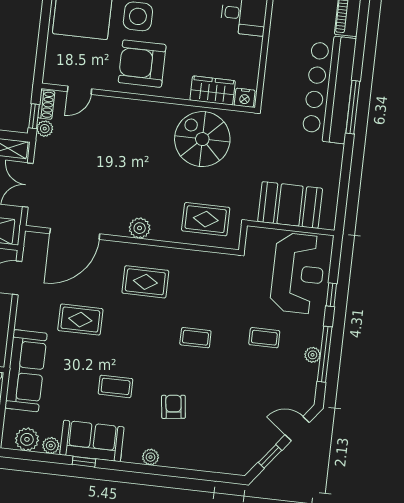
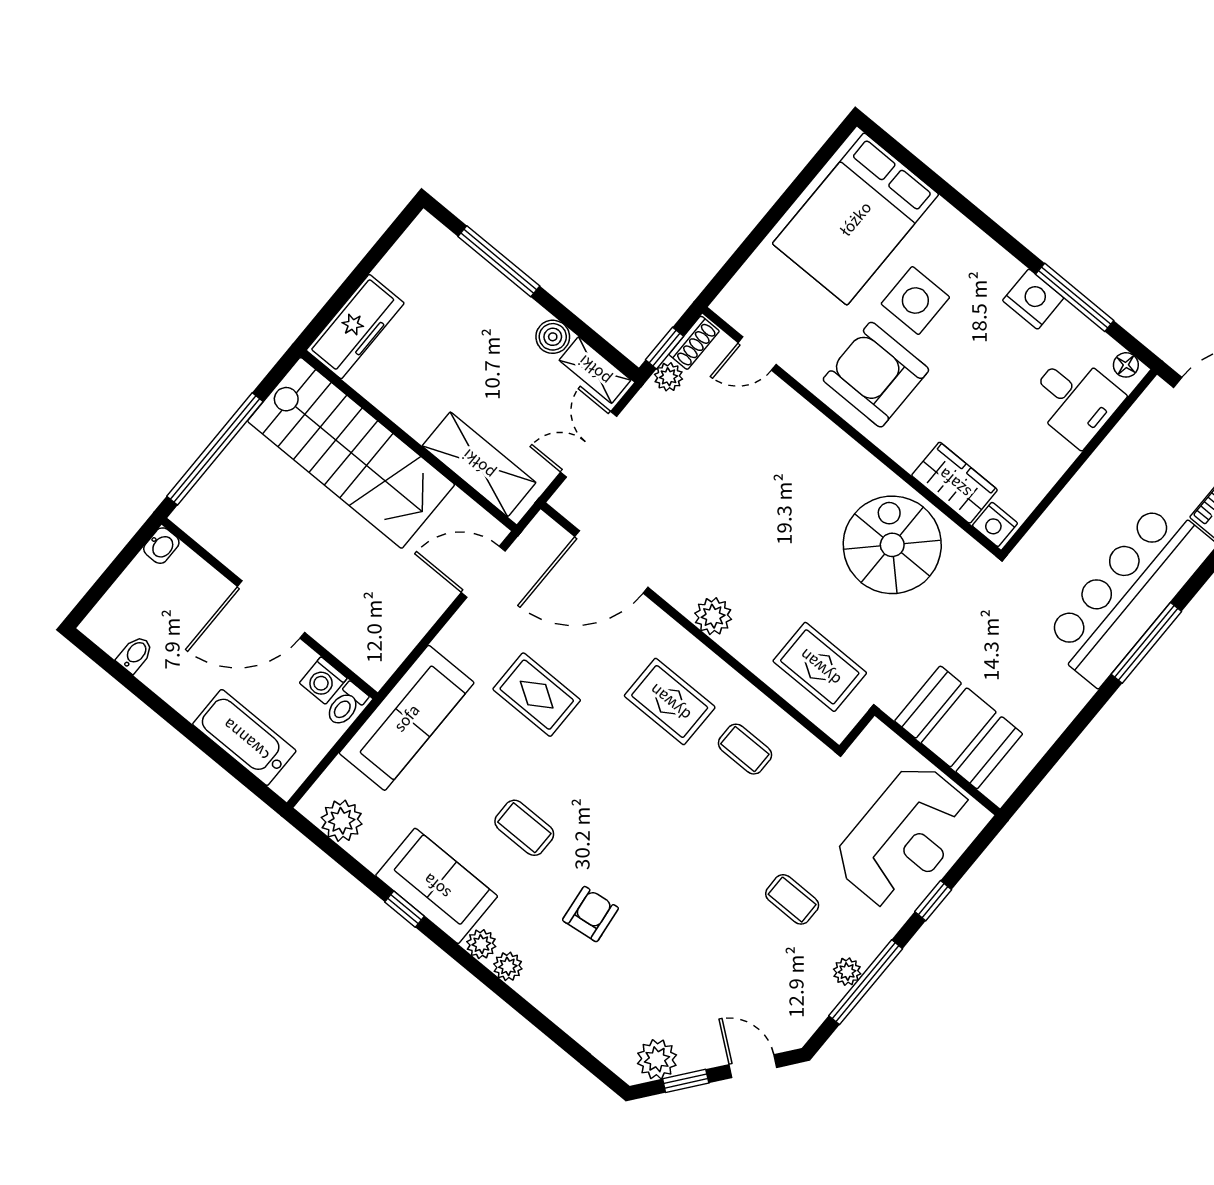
coffee table: (195, 338) -> (745, 749), moved
plant: (51, 446) -> (481, 944), moved
plant: (250, 455) -> (657, 1059), added

